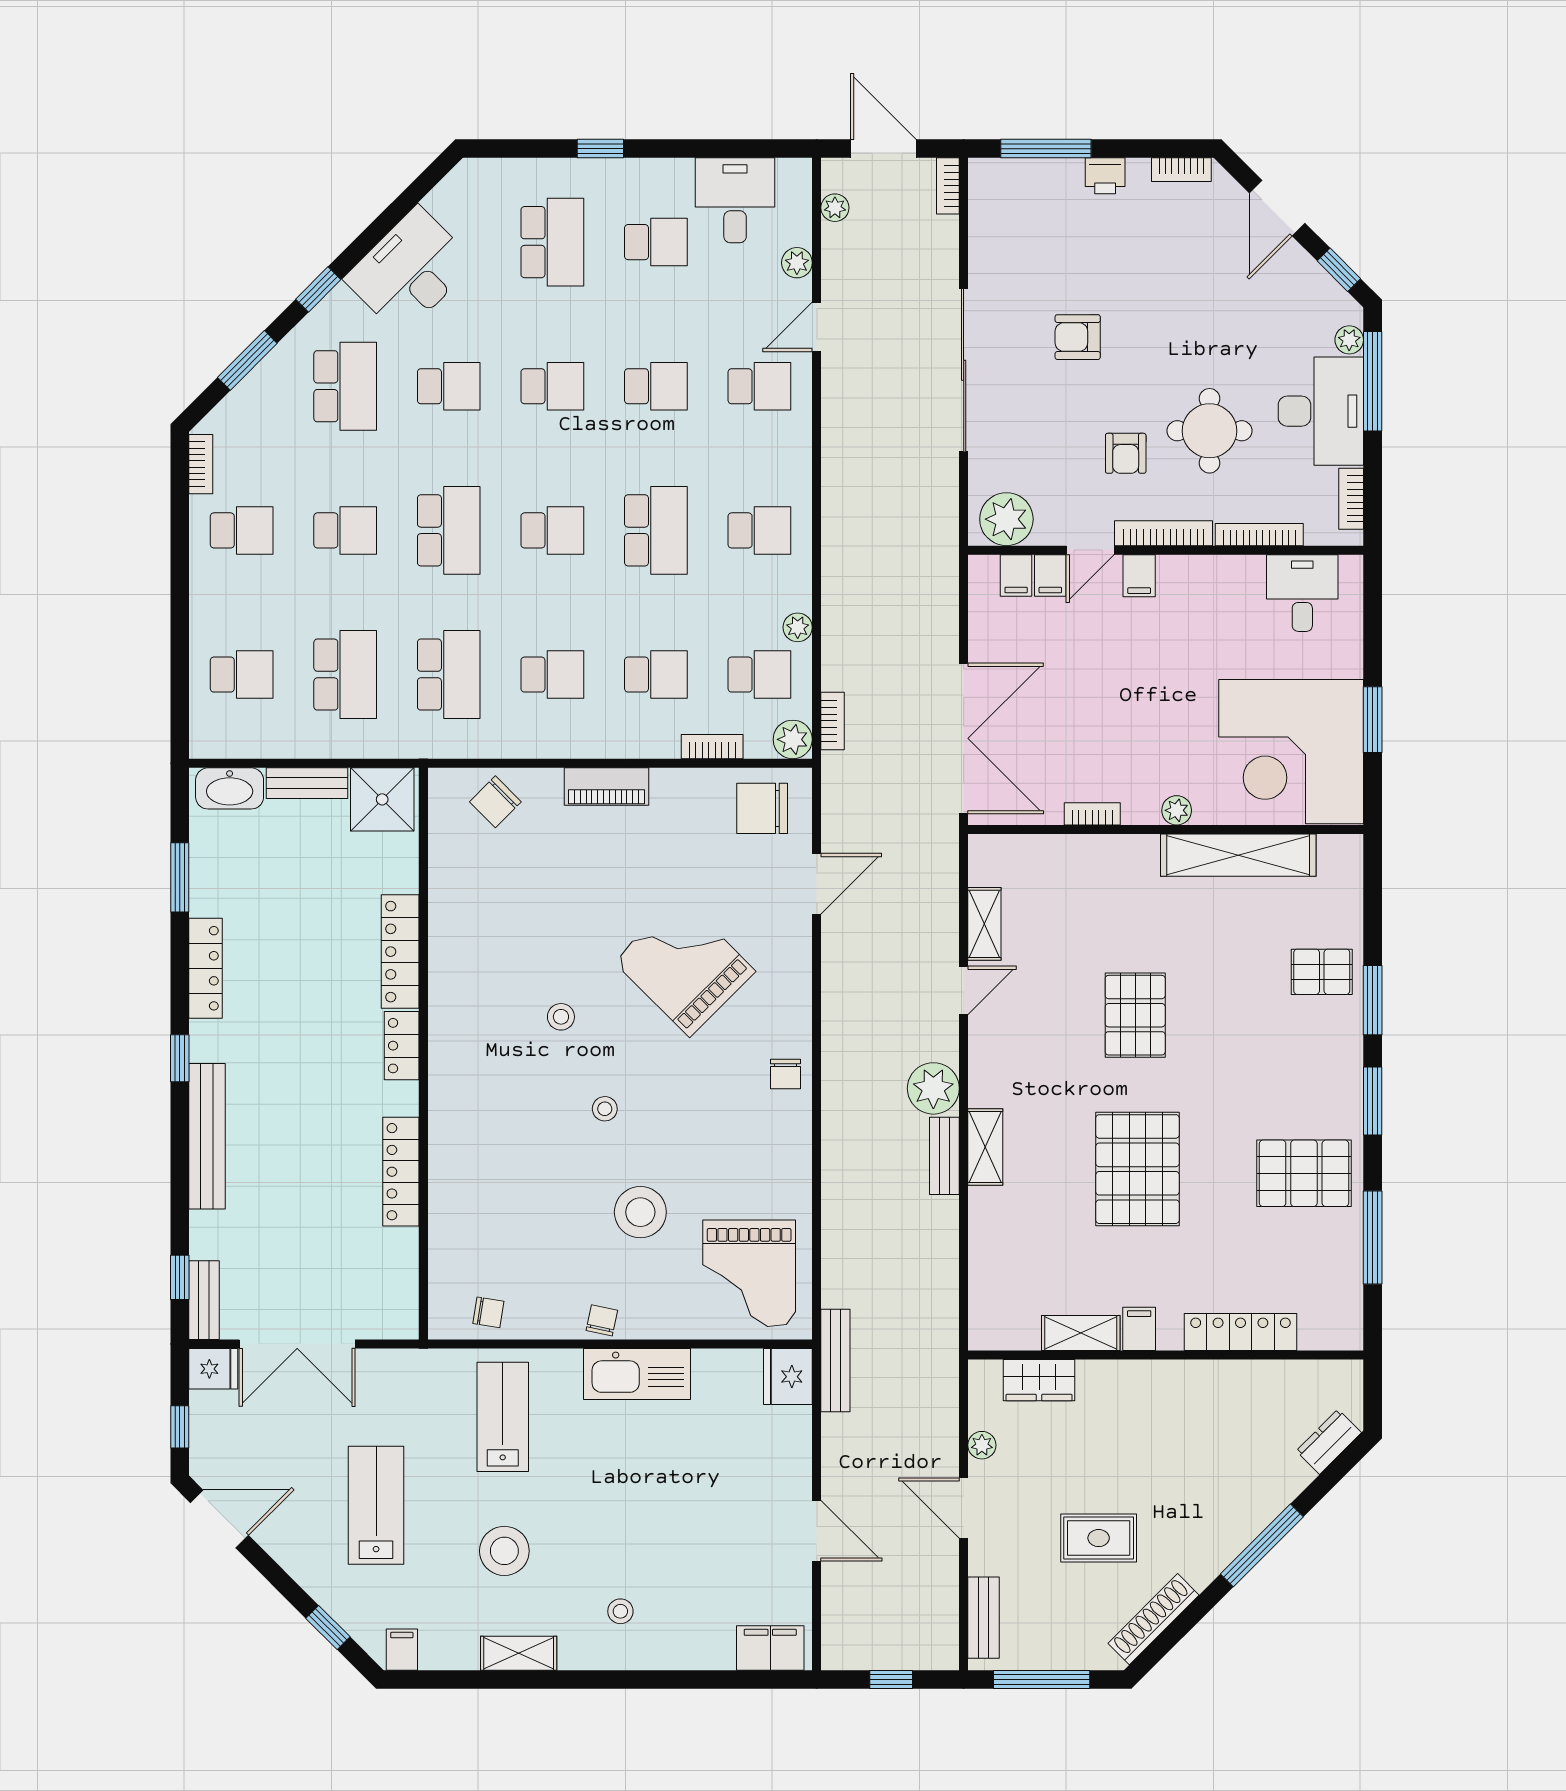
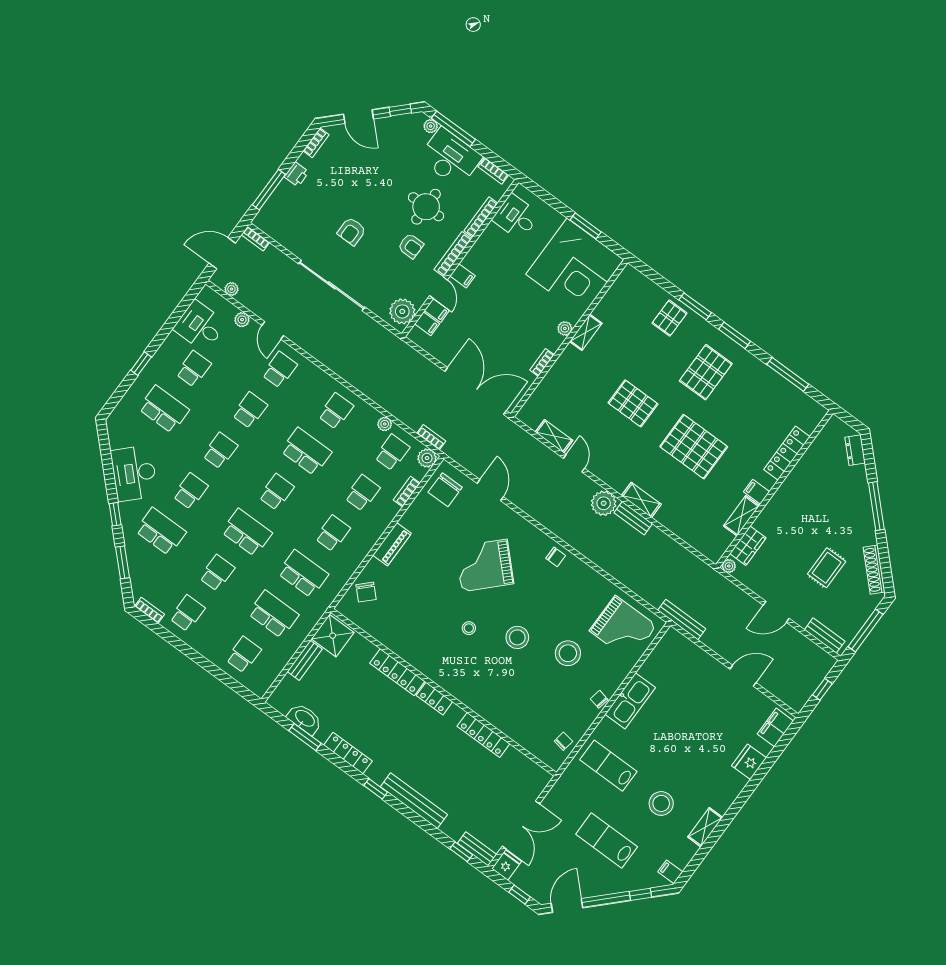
washbasin: (230, 788) -> (305, 719), moved, turned -90
shelving: (1238, 855) -> (586, 332), width x0.45, depth x0.75
stool: (605, 1109) -> (517, 637), width x1.89, depth x1.89
pallet: (1304, 1173) -> (706, 372), moved
fridge: (788, 1377) -> (749, 762), moved, turned 90
plant: (982, 1445) -> (729, 566), moved
stool: (620, 1611) -> (718, 775), removed

